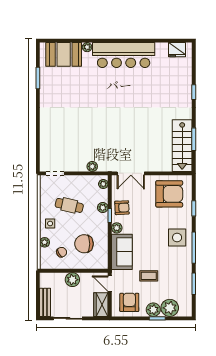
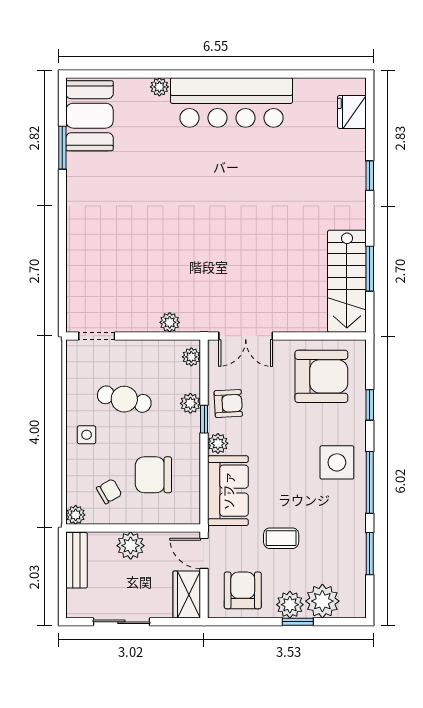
fridge: (177, 50) -> (352, 112), moved, turned 90
booth: (64, 54) -> (90, 116), moved, turned 90
plant: (45, 242) -> (76, 515), moved
bench: (45, 302) -> (77, 560), moved

